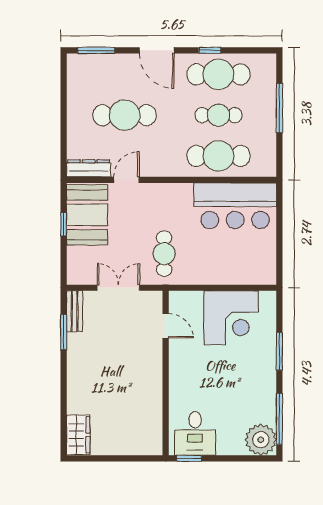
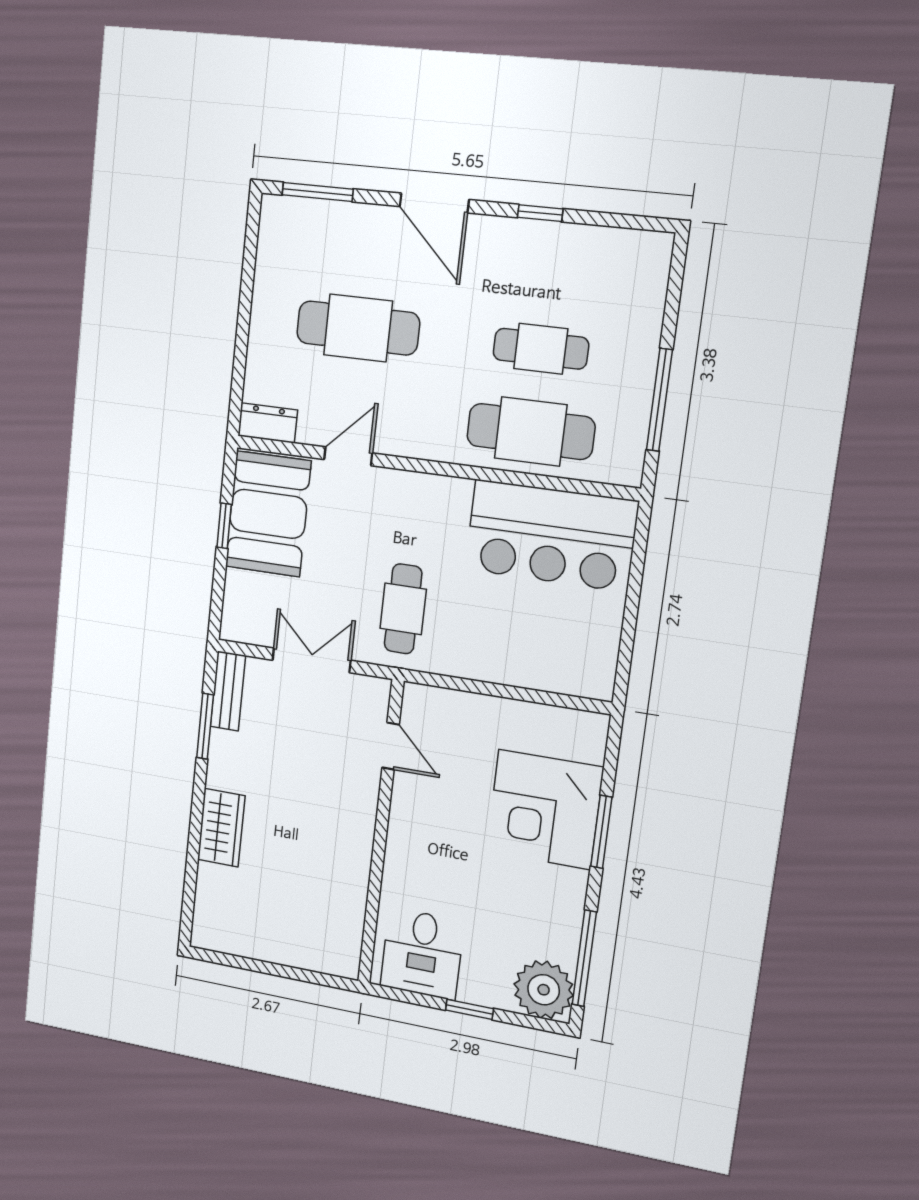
cafe table: (218, 74) -> (551, 265), removed
window: (279, 108) -> (659, 400), moved
dresser: (89, 168) -> (268, 423), width x0.70
corner desk: (231, 318) -> (544, 809), moved, turned 90
wardrobe: (78, 435) -> (221, 828), moved
window: (189, 458) -> (469, 1009), moved

